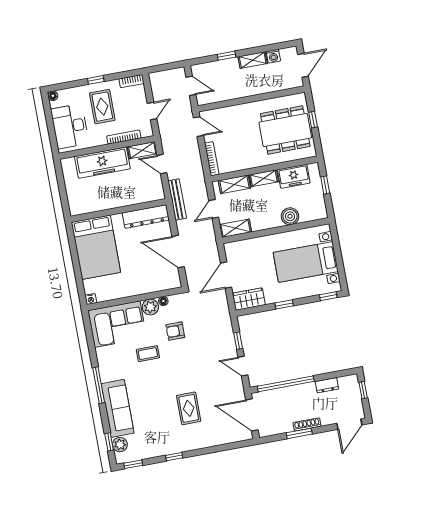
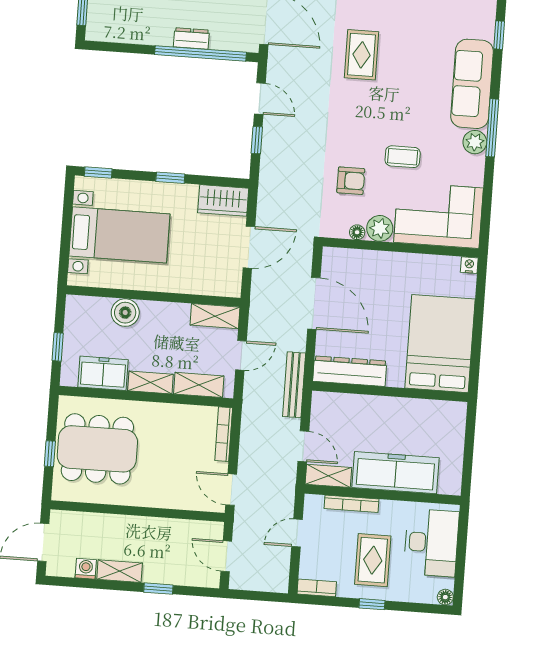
dresser: (327, 385) -> (191, 38), moved
plant: (120, 445) -> (475, 142), moved

